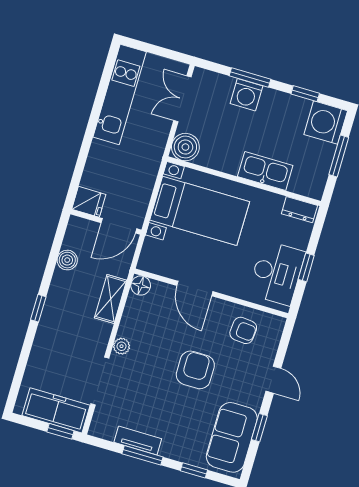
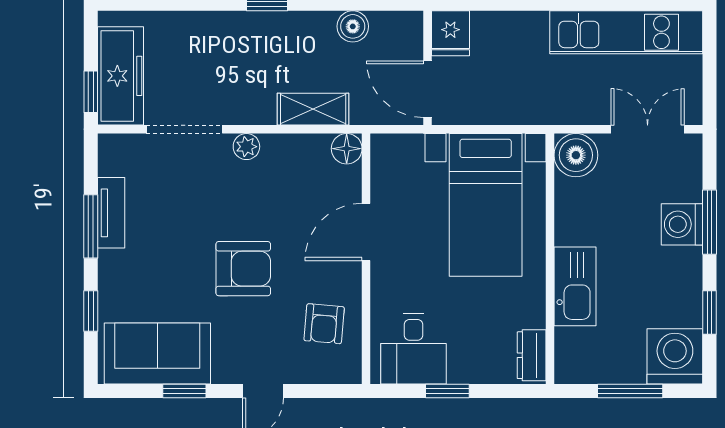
desk: (277, 273) -> (414, 349), width x0.73

